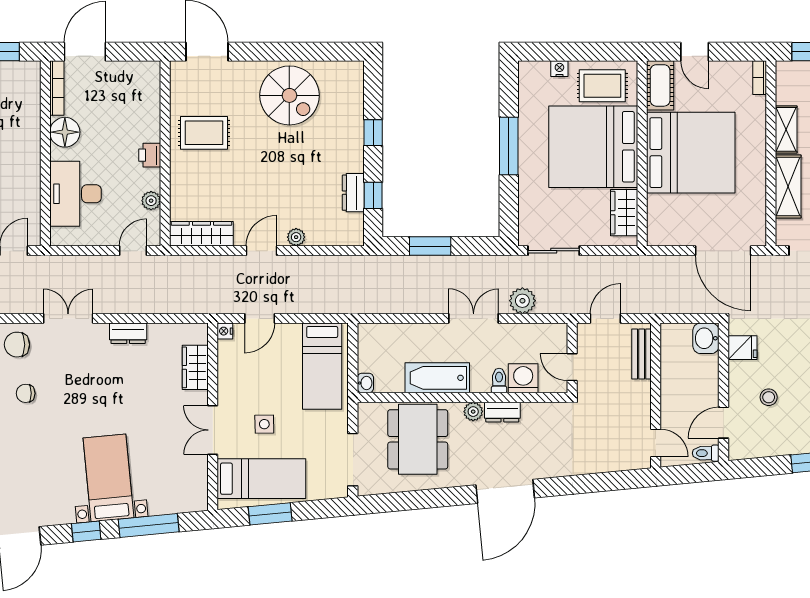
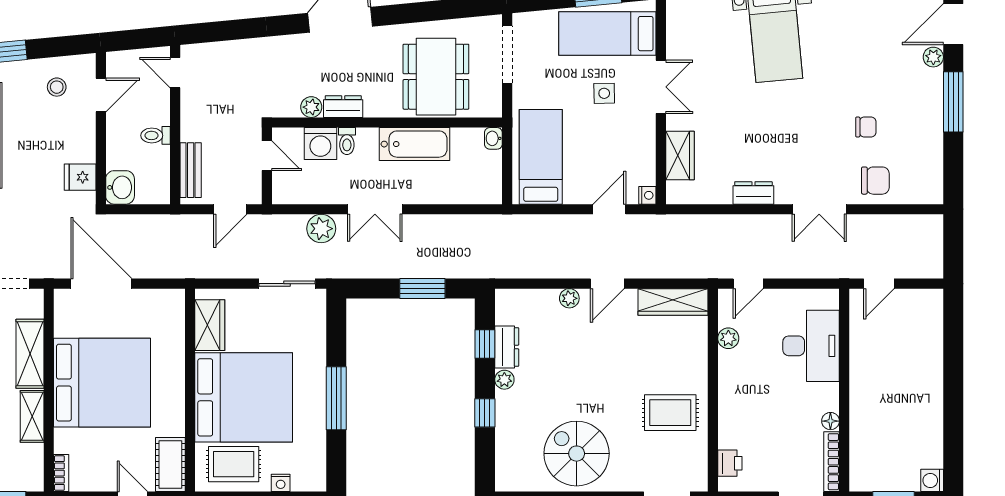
floor lamp: (65, 132) -> (830, 421), width x0.53, depth x0.53
bed: (691, 153) -> (102, 383), moved, turned 180
printer: (150, 155) -> (730, 463), moved
plant: (355, 163) -> (504, 380), added
stool: (769, 397) -> (57, 87), moved
plant: (473, 412) -> (311, 107), moved
toilet: (706, 453) -> (156, 135), moved, turned 180

